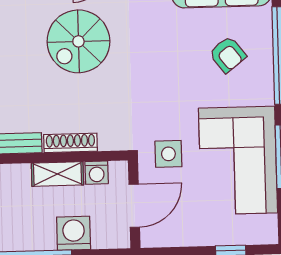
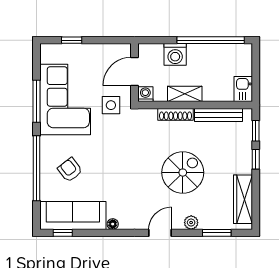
spiral stairs: (78, 41) -> (183, 173), moved
washing machine: (97, 173) -> (145, 94), moved

